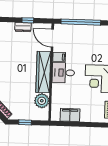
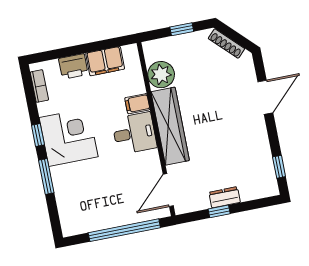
door: (52, 38) -> (168, 190), swing flipped
filing cabinet: (59, 57) -> (137, 104), moved
printer: (88, 116) -> (73, 66), added

